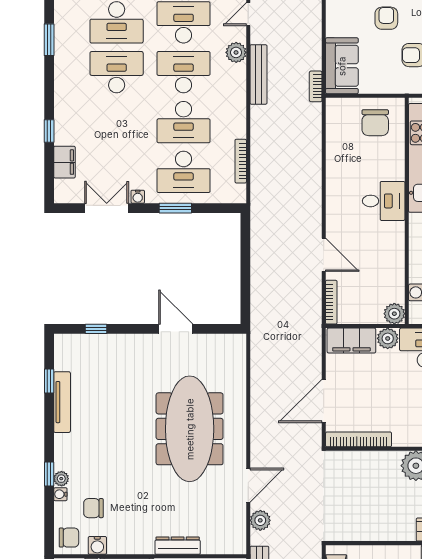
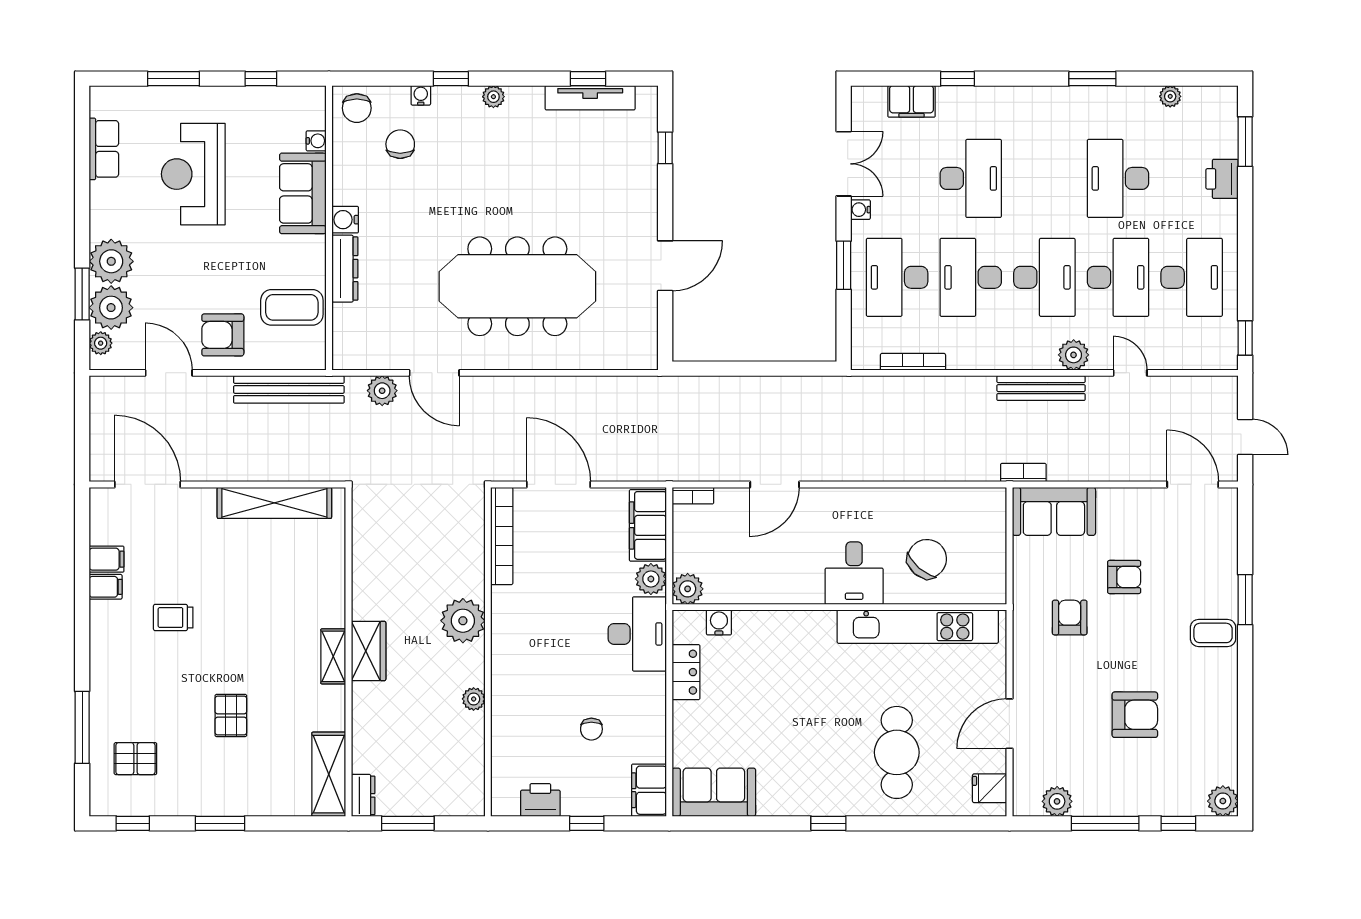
desk: (117, 72) -> (971, 178), moved
chair: (375, 123) -> (927, 559), moved, turned 131
bookcase: (331, 302) -> (693, 496), width x0.64
tv unit: (62, 402) -> (590, 98), moved
plant: (61, 479) -> (493, 97), moved
water cooler: (97, 545) -> (345, 220), moved

